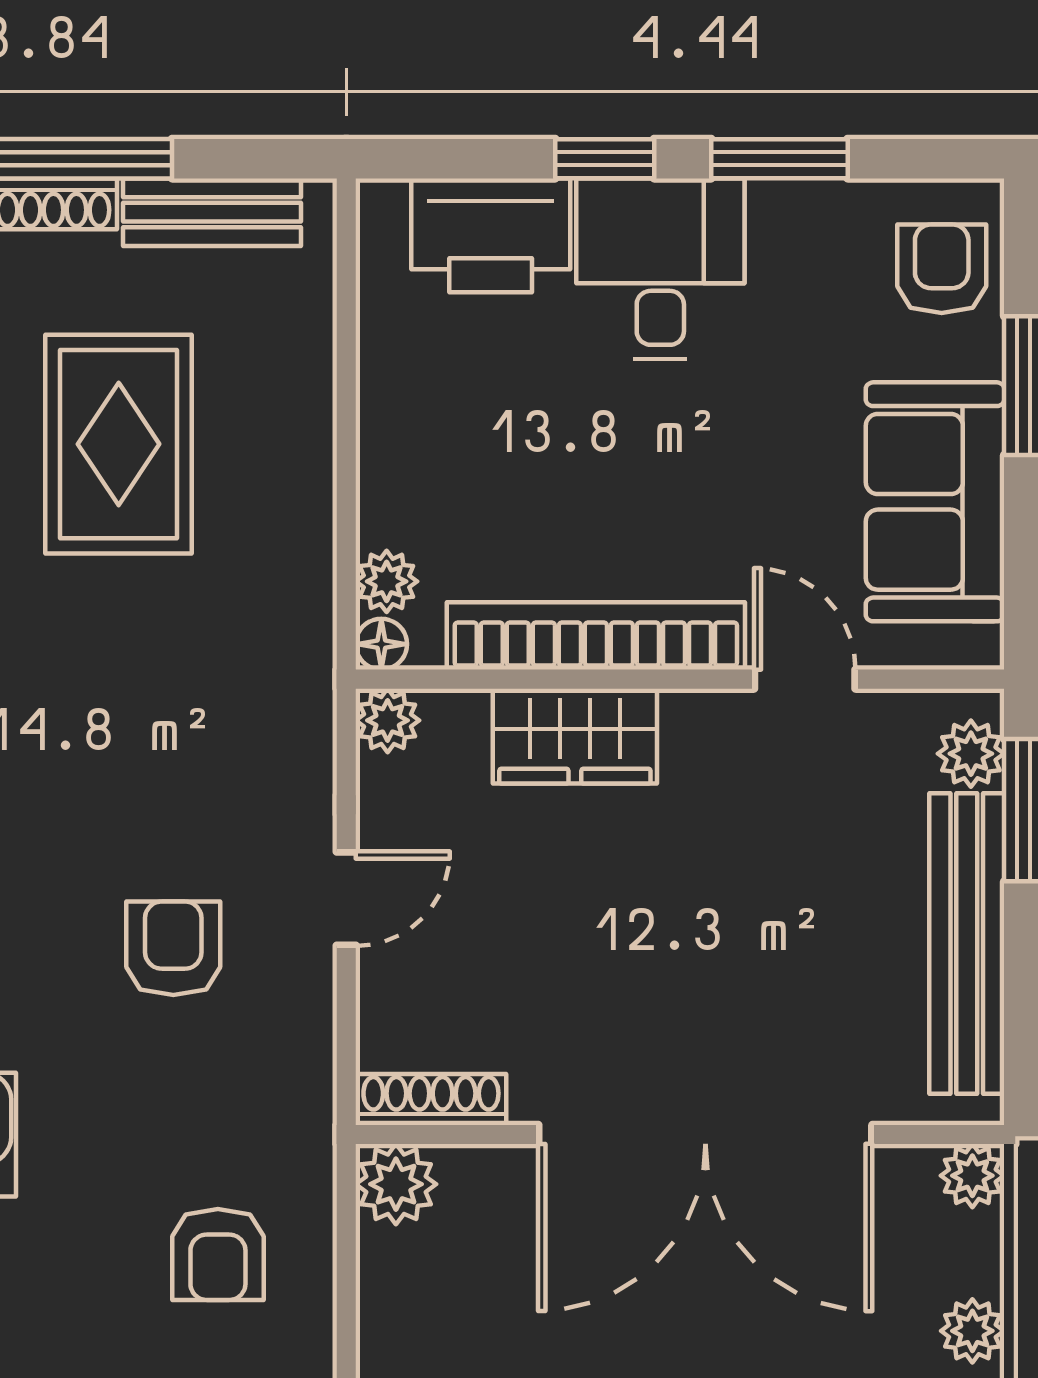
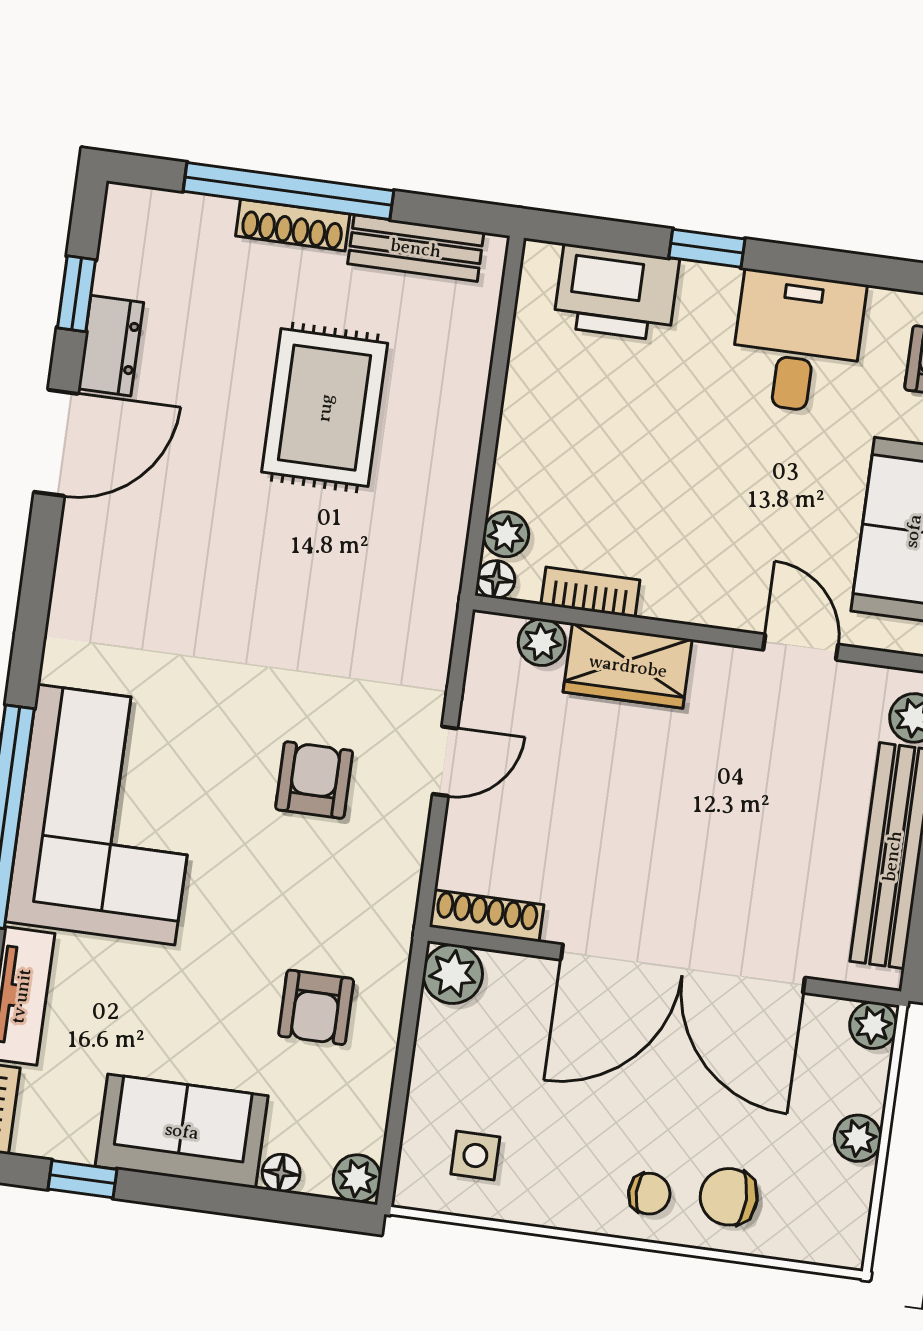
window: (779, 159) -> (834, 266), removed
desk: (660, 269) -> (797, 342), moved
bookcase: (596, 636) -> (590, 592), width x0.43, depth x0.76
plant: (388, 720) -> (542, 642), moved

